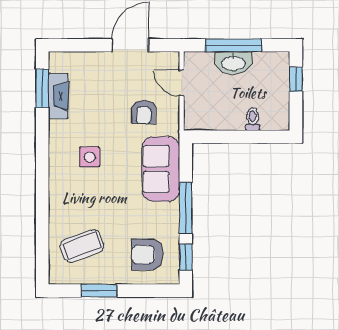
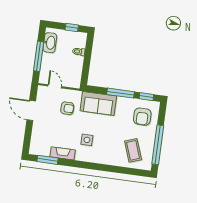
washbasin: (233, 63) -> (50, 43), moved
window: (296, 79) -> (72, 27), moved
door: (182, 83) -> (55, 86), swing flipped
fireplace: (58, 96) -> (63, 153), moved
window: (99, 291) -> (158, 145), width x2.11

